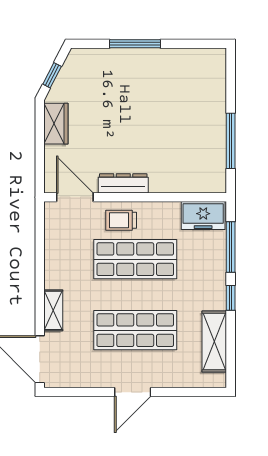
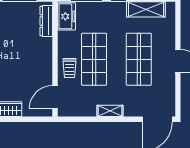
dresser: (123, 183) -> (46, 21), moved
shelving: (53, 310) -> (110, 111), moved

